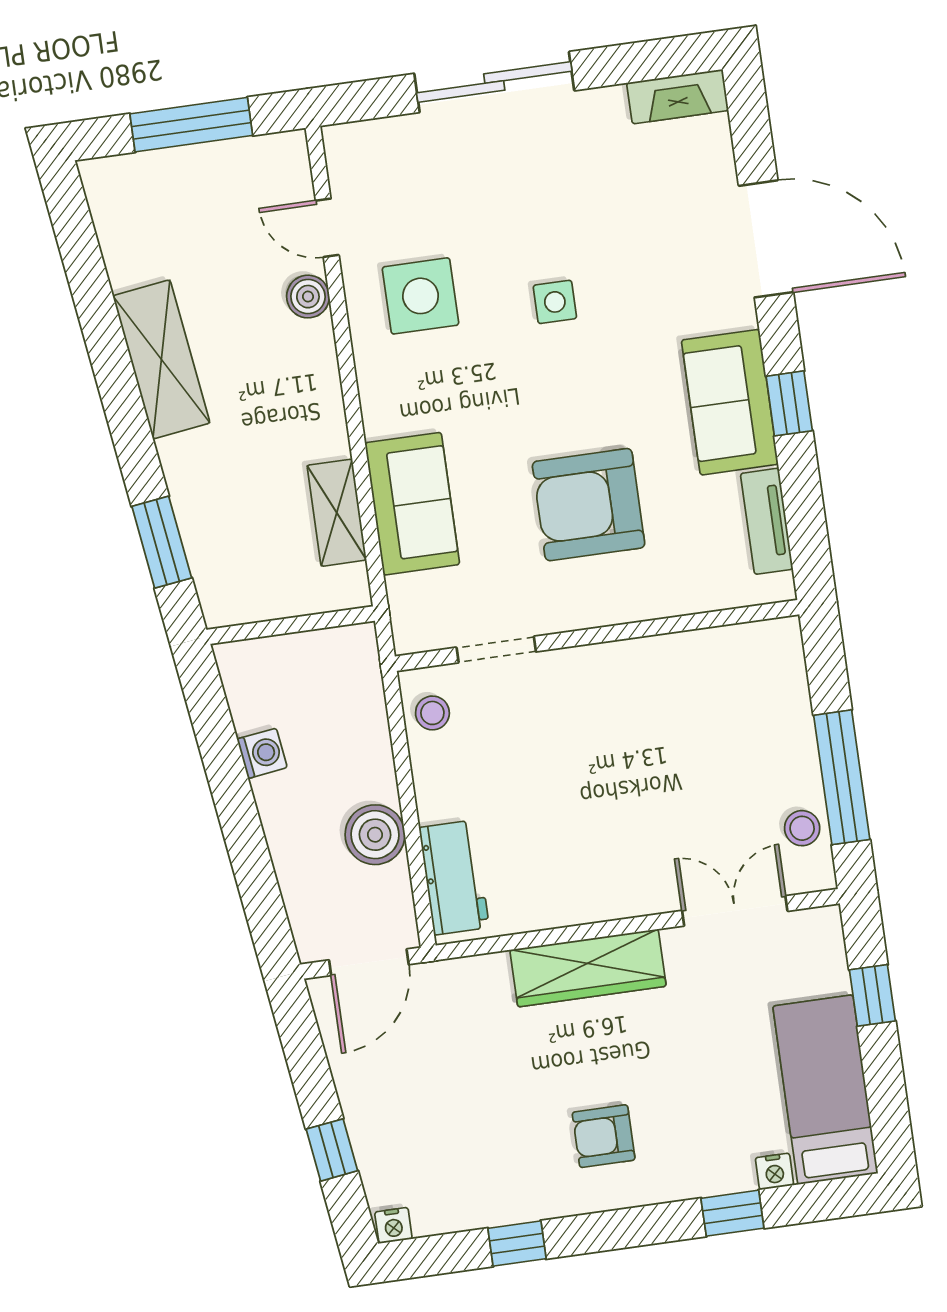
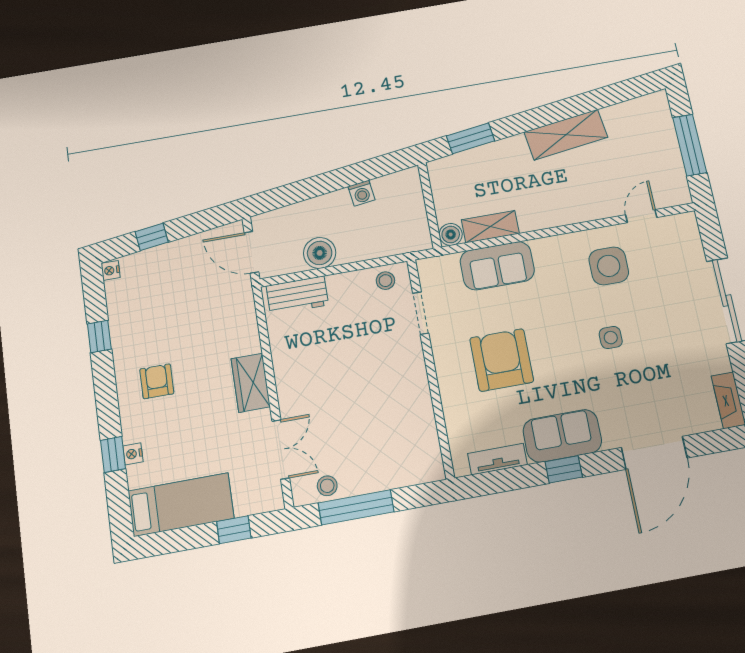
boiler: (308, 297) -> (451, 234), moved
wardrobe: (588, 968) -> (251, 383), width x0.67
nightstand: (774, 1171) -> (133, 454), moved

